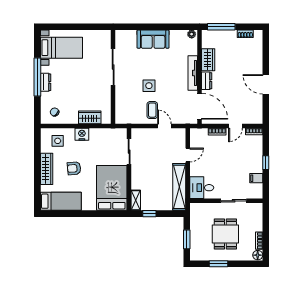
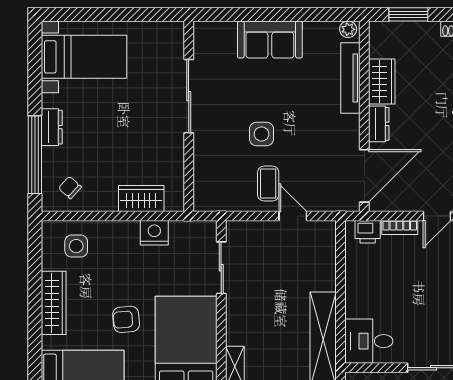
window: (221, 27) -> (408, 14), width x0.69
tv unit: (193, 73) -> (350, 78), moved
window: (37, 77) -> (35, 155), moved
door: (200, 106) -> (364, 176), hinge flipped
nightstand: (82, 134) -> (154, 233), moved
printer: (201, 134) -> (368, 232), added
door: (188, 155) -> (340, 275), removed
armchair: (74, 168) -> (126, 319), moved

